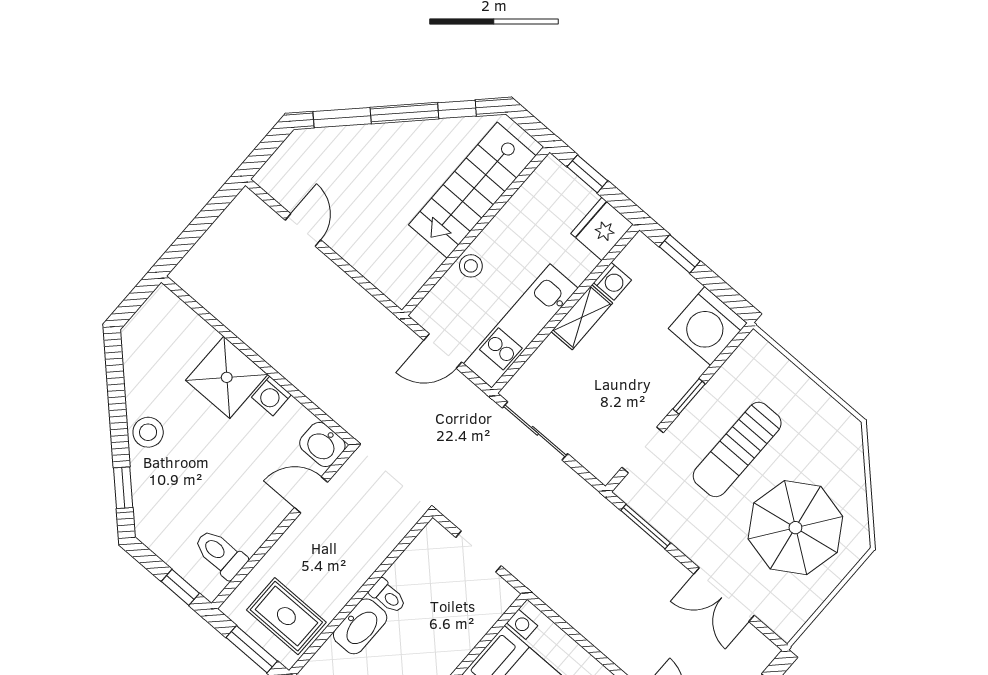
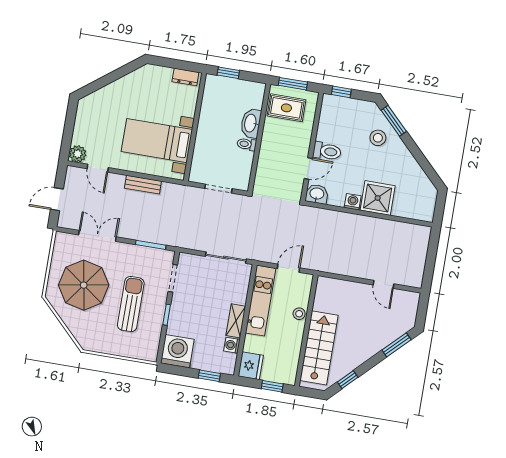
stool: (148, 432) -> (378, 138), moved
window: (123, 488) -> (394, 121), width x1.50
toilet: (220, 554) -> (327, 151), moved
bench: (598, 633) -> (143, 185), added

